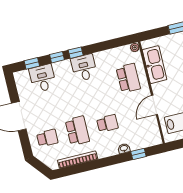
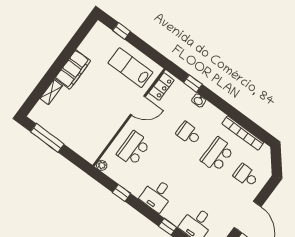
window: (76, 53) -> (122, 193), moved
kitchen sink: (155, 65) -> (102, 135), removed
locker: (154, 131) -> (161, 87), added

